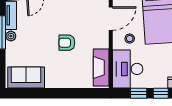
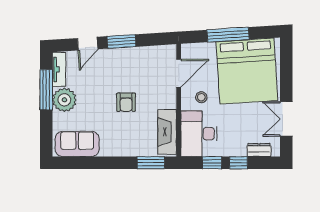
plant: (11, 36) -> (64, 100), width x1.88, depth x1.88
armchair: (67, 43) -> (126, 102), turned -90
window: (87, 93) -> (151, 163), added

